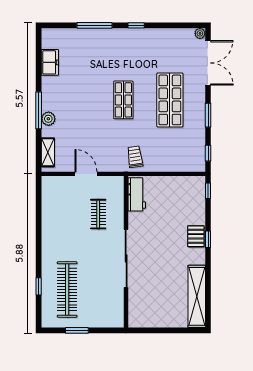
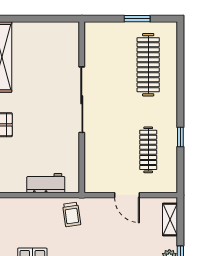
workbench: (137, 194) -> (46, 183), moved, turned 90
clothes rail: (98, 214) -> (148, 150), moved, width x1.36
window: (39, 286) -> (180, 137), moved

